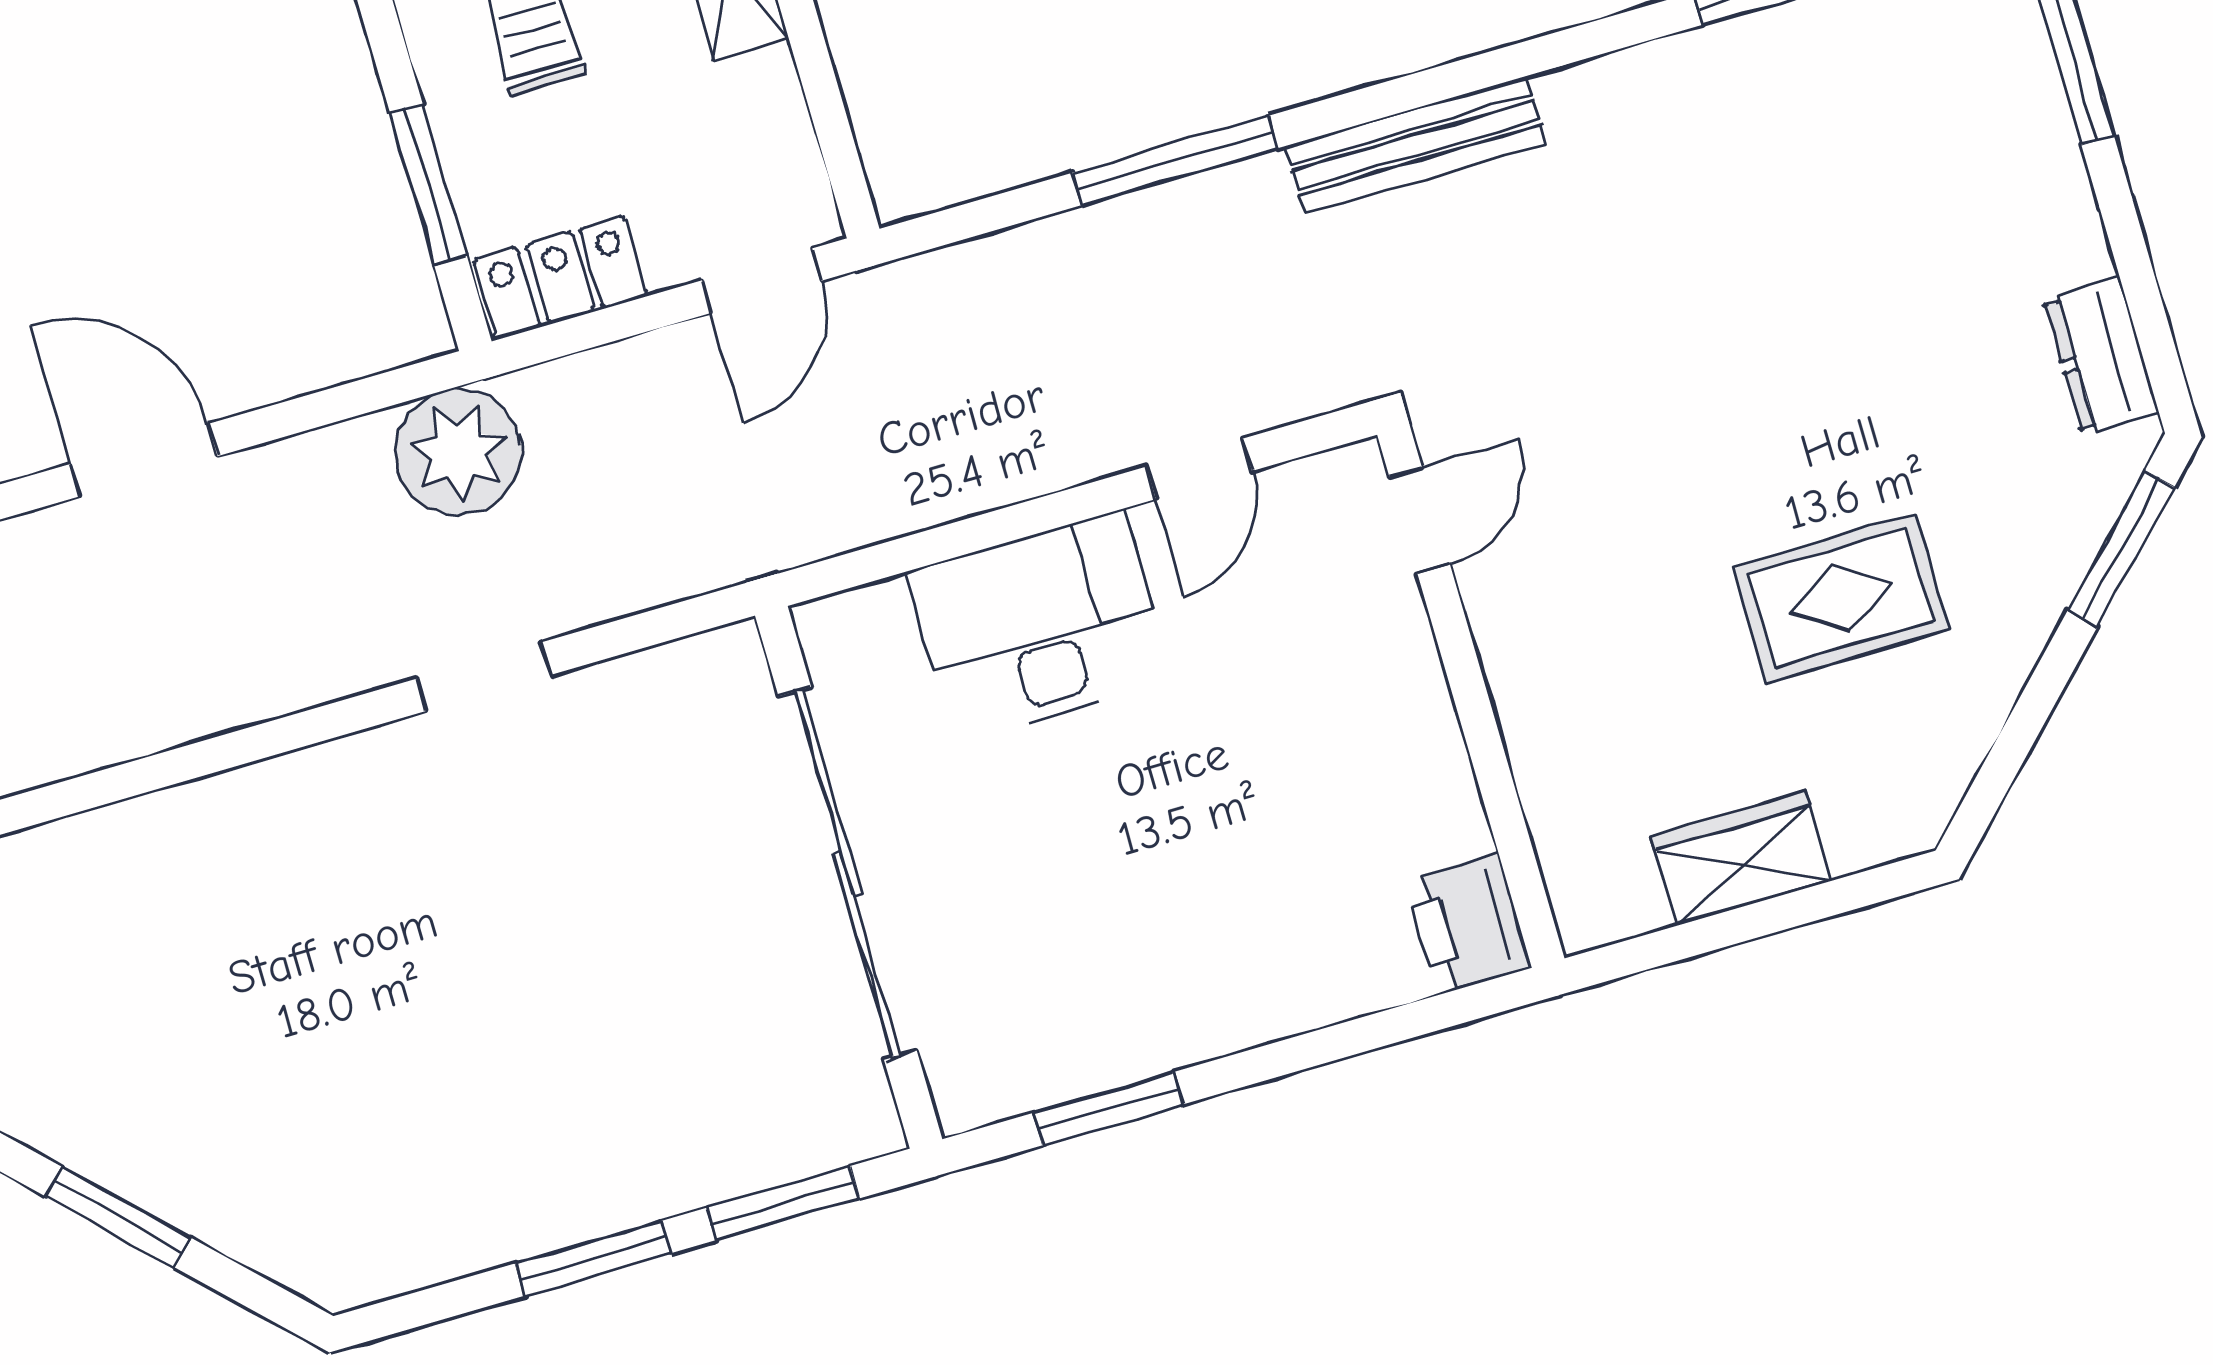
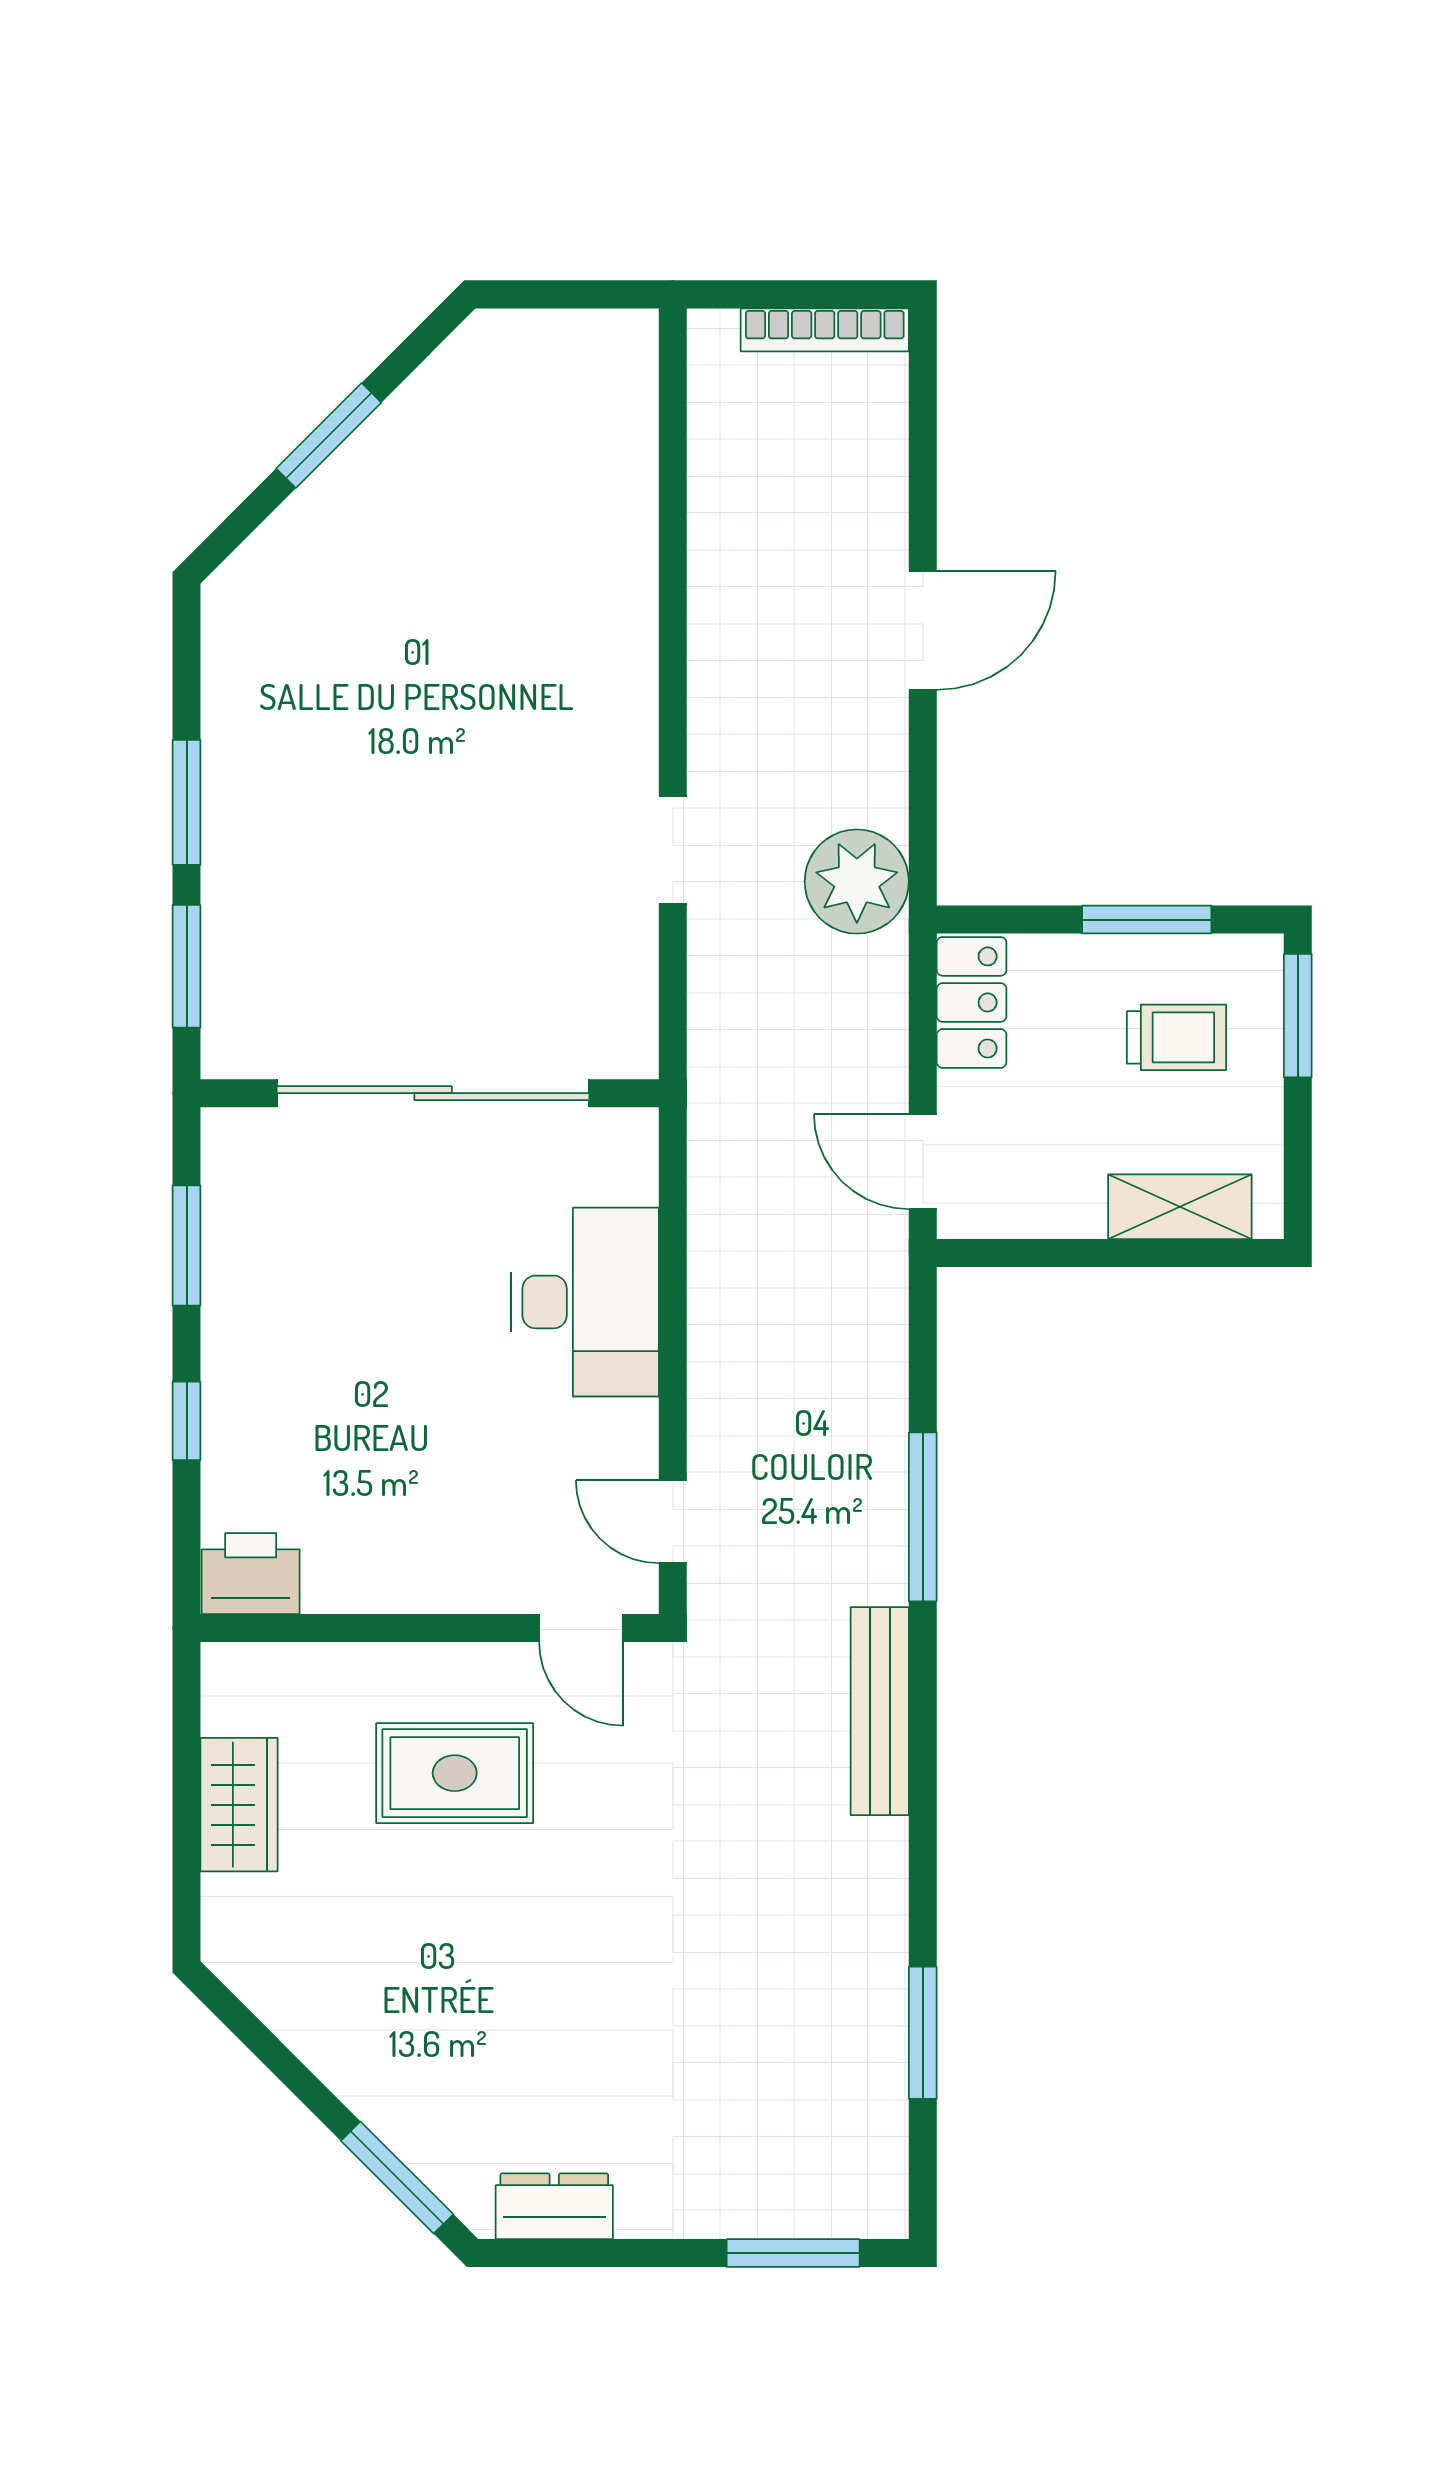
window: (428, 184) -> (1147, 920), moved
door: (1199, 469) -> (673, 1522), moved
rug: (1841, 598) -> (455, 1773), moved, turned 90
window: (1312, 1049) -> (187, 1421), added

